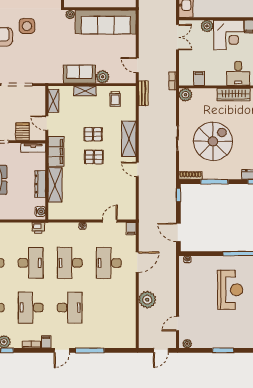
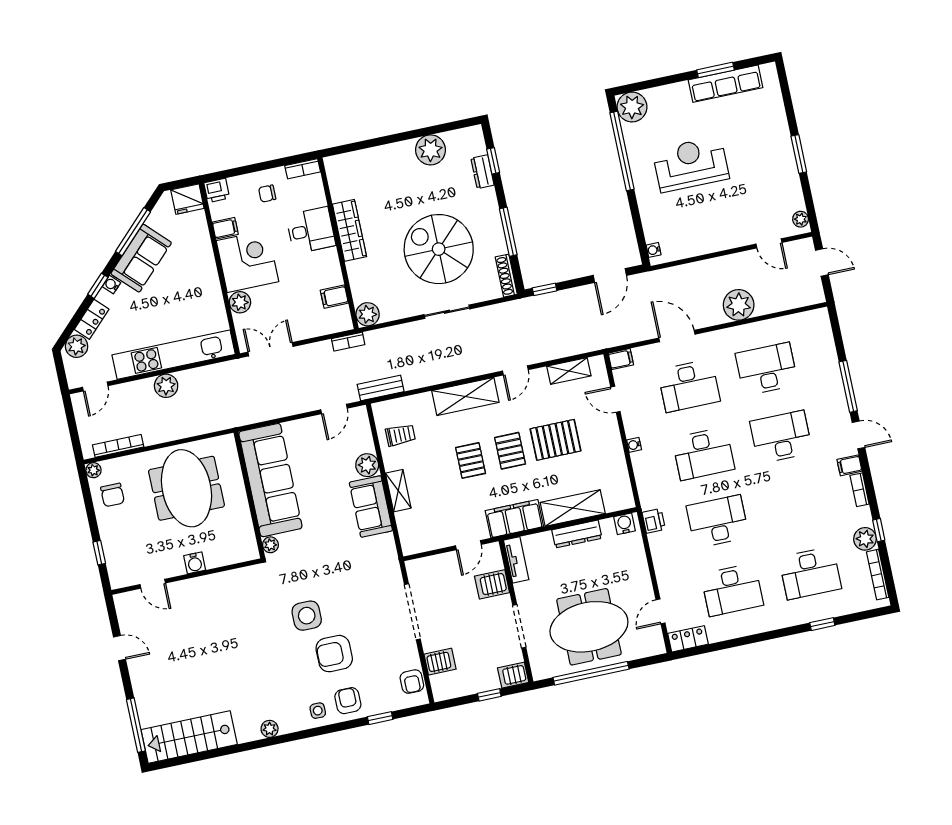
shelving: (53, 101) -> (569, 371), moved
pallet: (94, 183) -> (556, 440), added
desk: (31, 308) -> (767, 369), moved, turned 180

